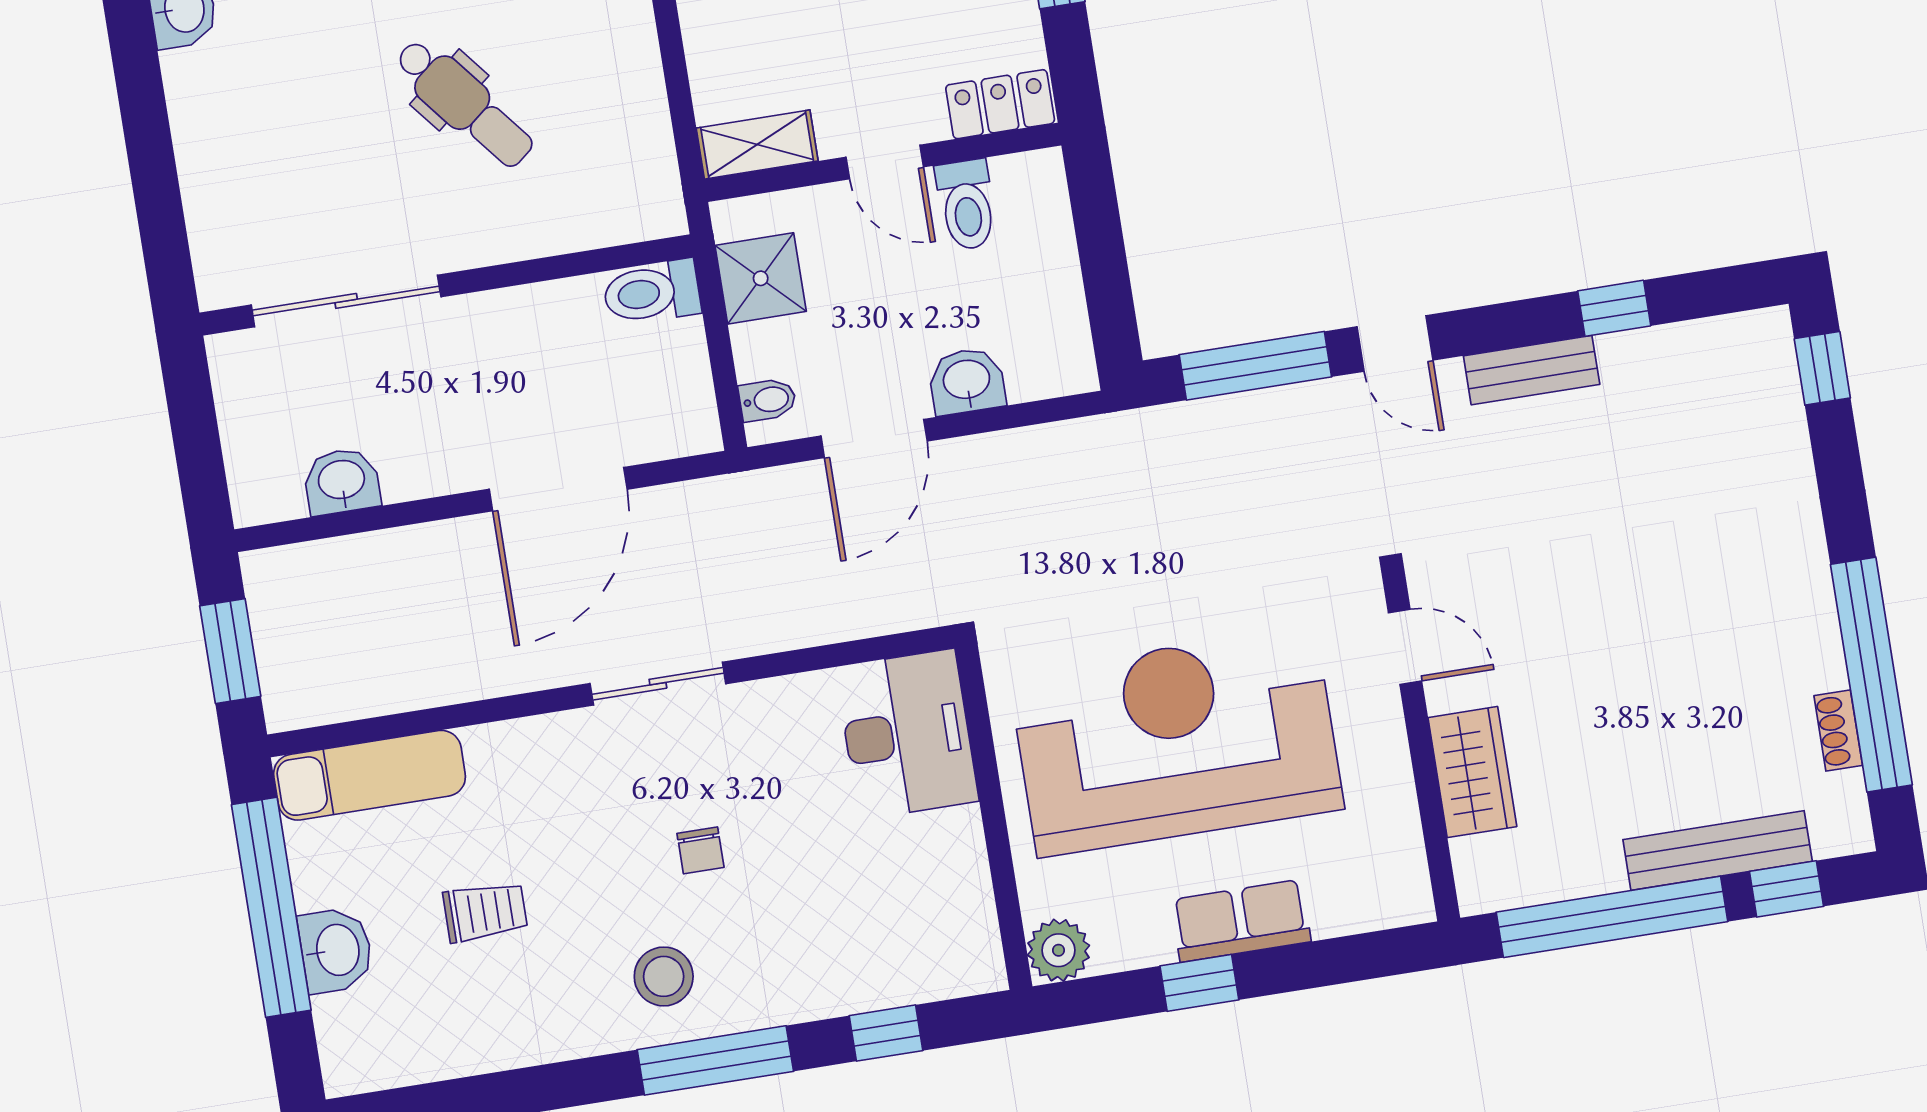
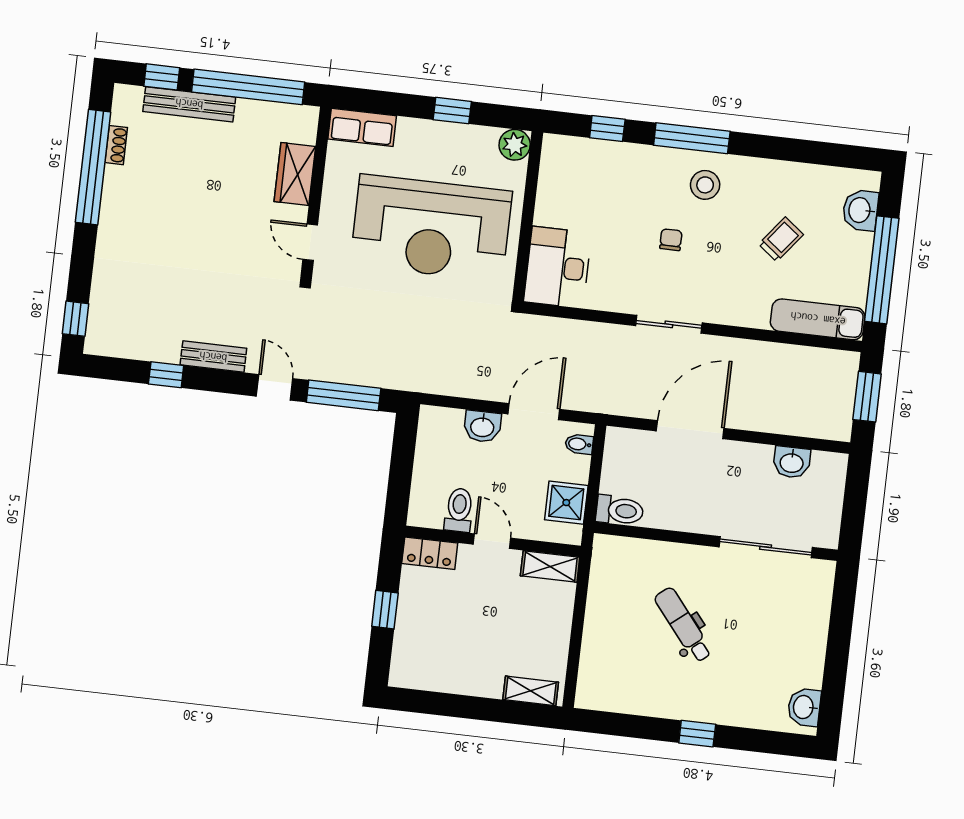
trolley: (485, 912) -> (781, 239), turned 128
row of seats: (1241, 921) -> (362, 127), moved
washbasin: (336, 950) -> (860, 210), moved

